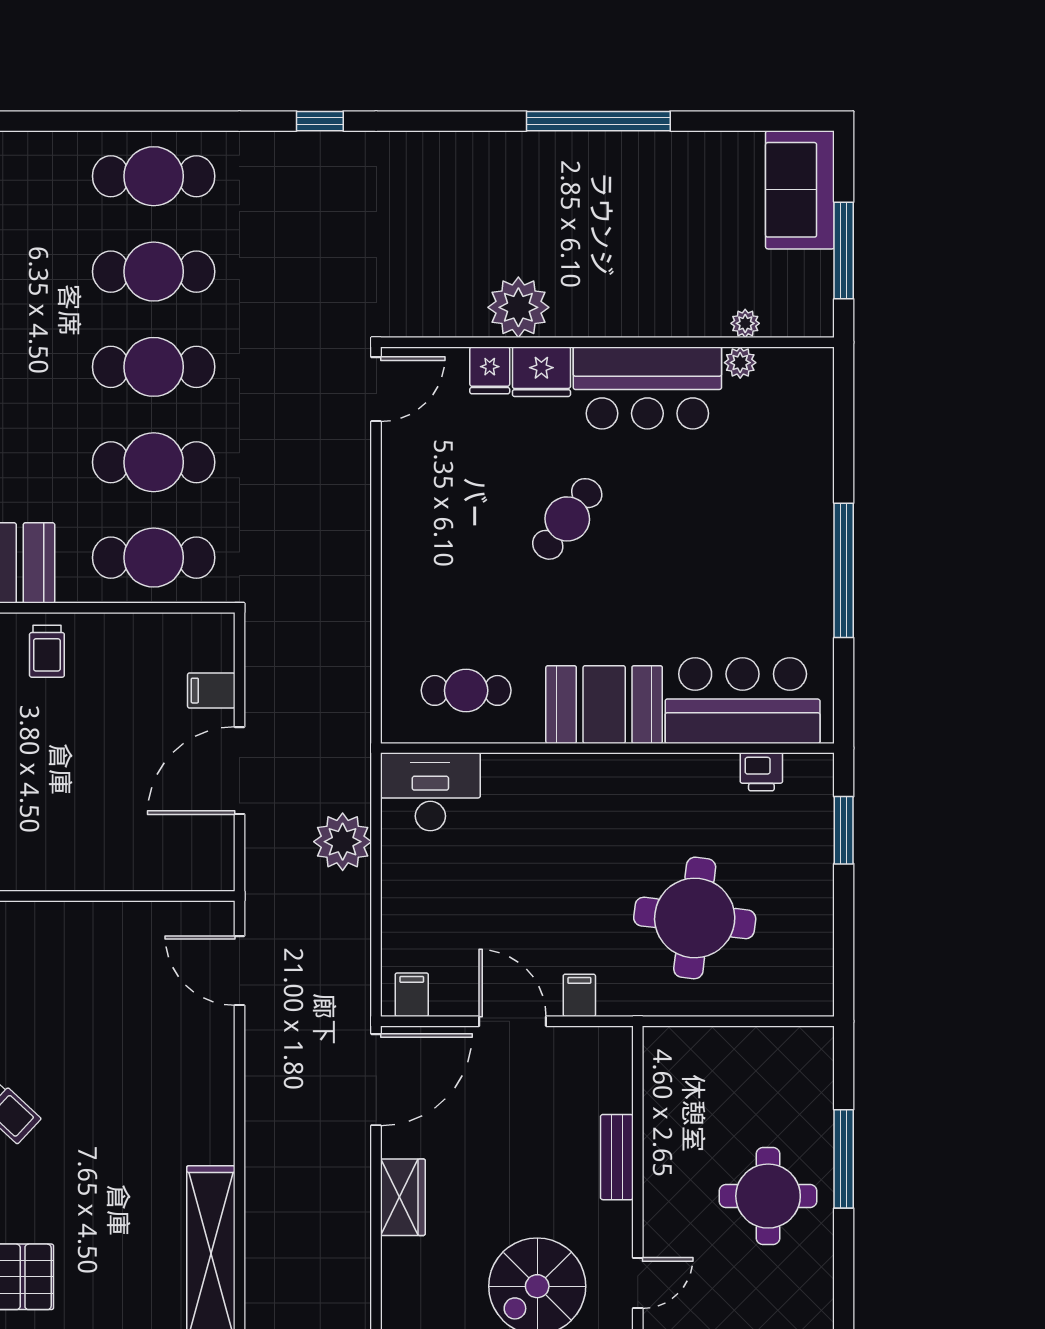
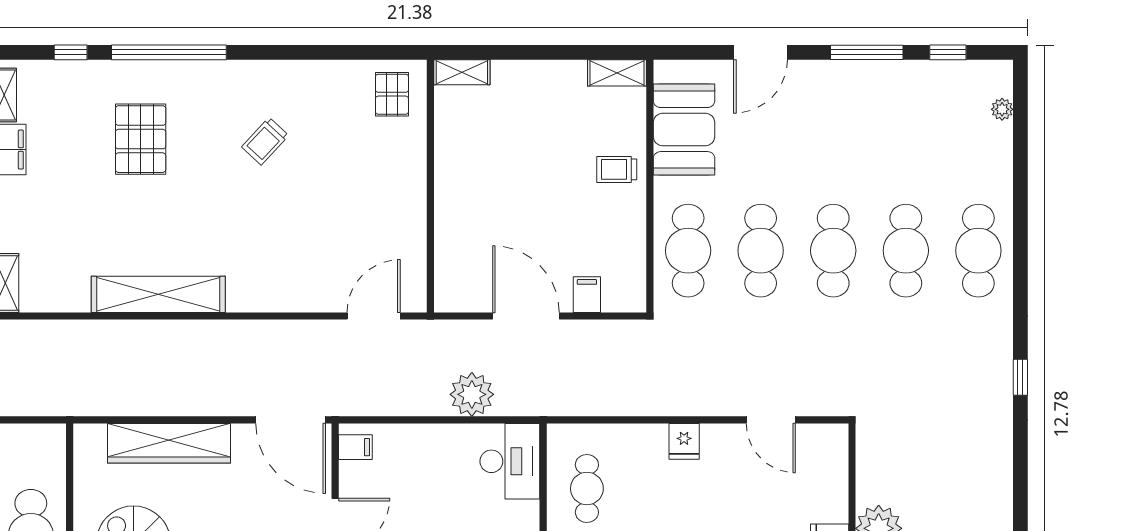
fridge: (490, 370) -> (684, 441), moved, turned -90
door: (376, 389) -> (771, 420), moved
wardrobe: (403, 1197) -> (169, 443), width x2.10, depth x1.17

